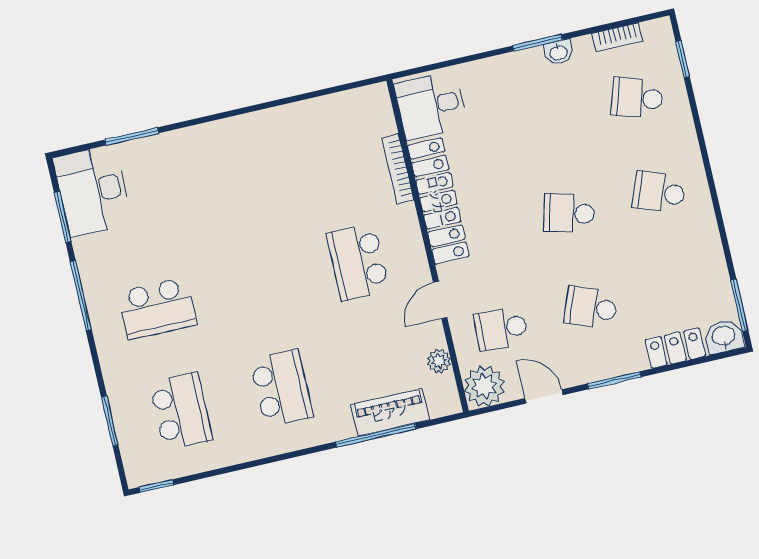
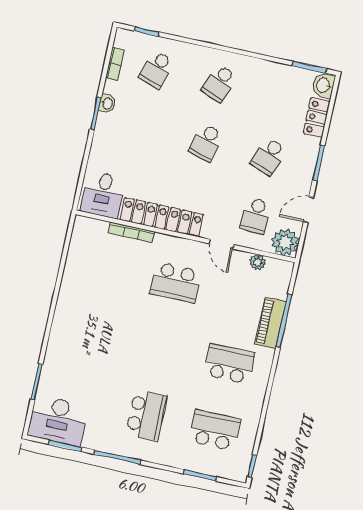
piano: (390, 412) -> (270, 323), moved

